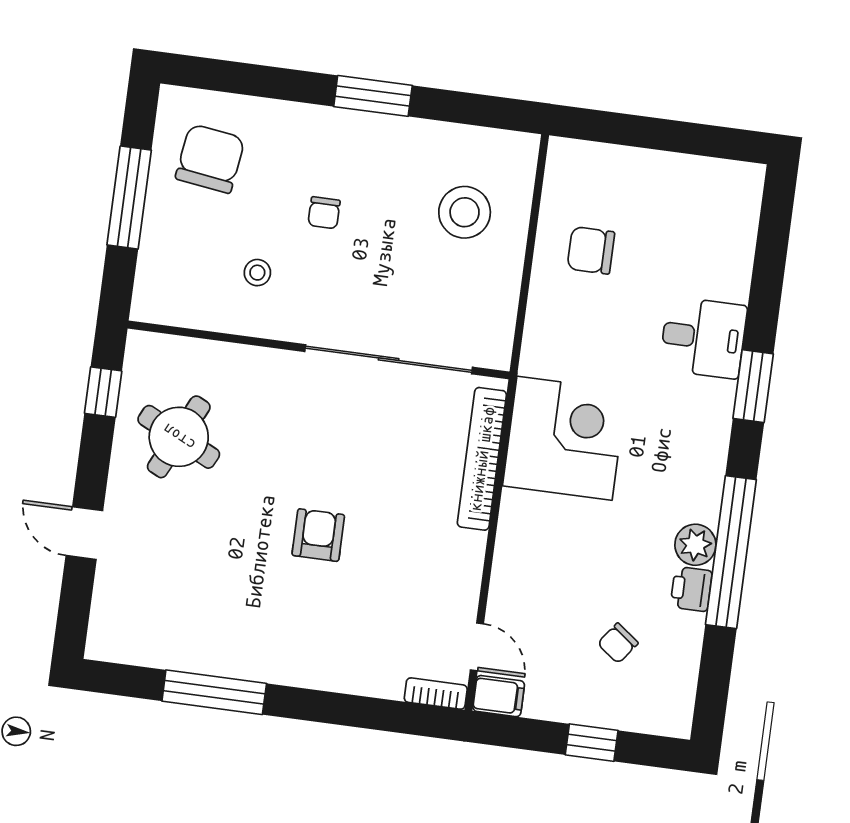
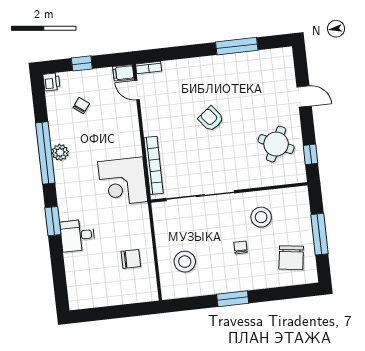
stool: (257, 273) -> (261, 217), width x1.89, depth x1.89
armchair: (318, 535) -> (211, 119), turned 142
printer: (691, 589) -> (52, 82), moved

